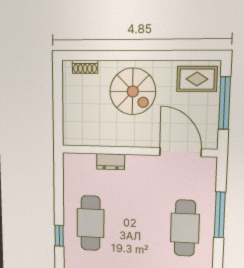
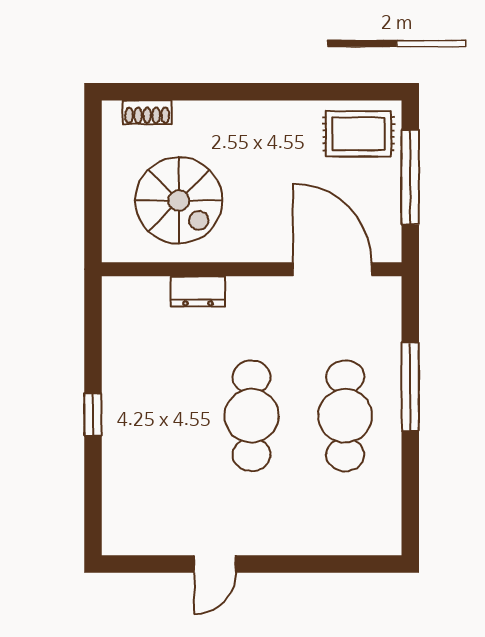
spiral stairs: (133, 91) -> (179, 200), moved
cafe table: (91, 223) -> (252, 416), moved
window: (59, 236) -> (93, 414), moved

